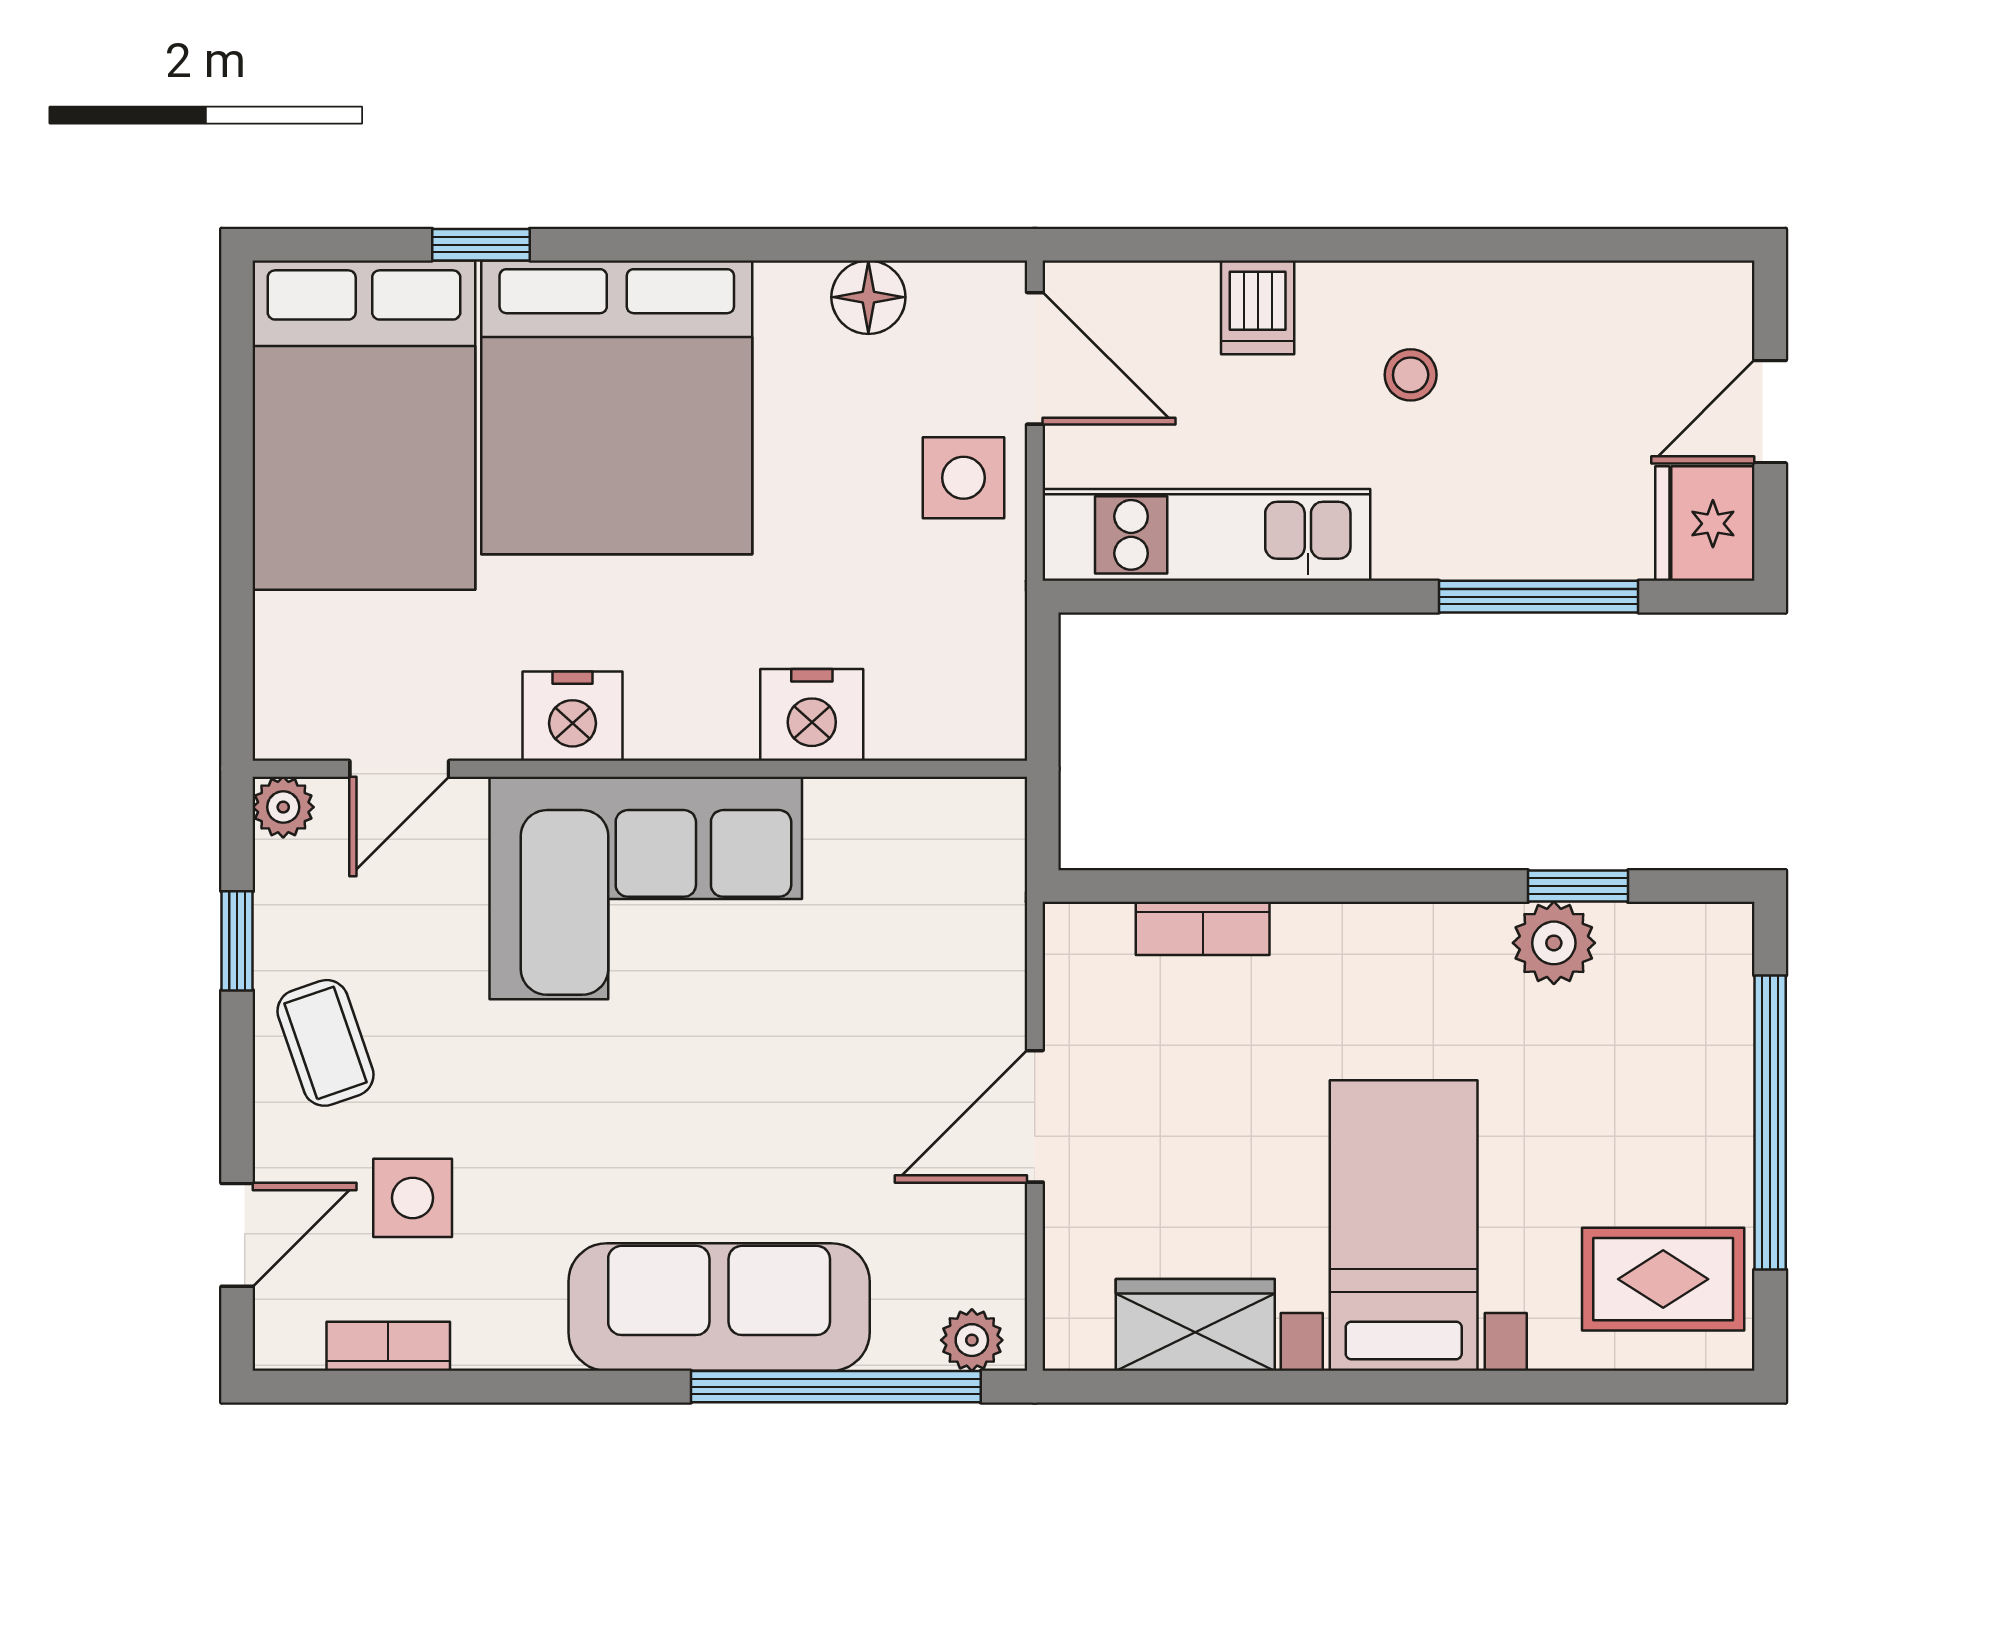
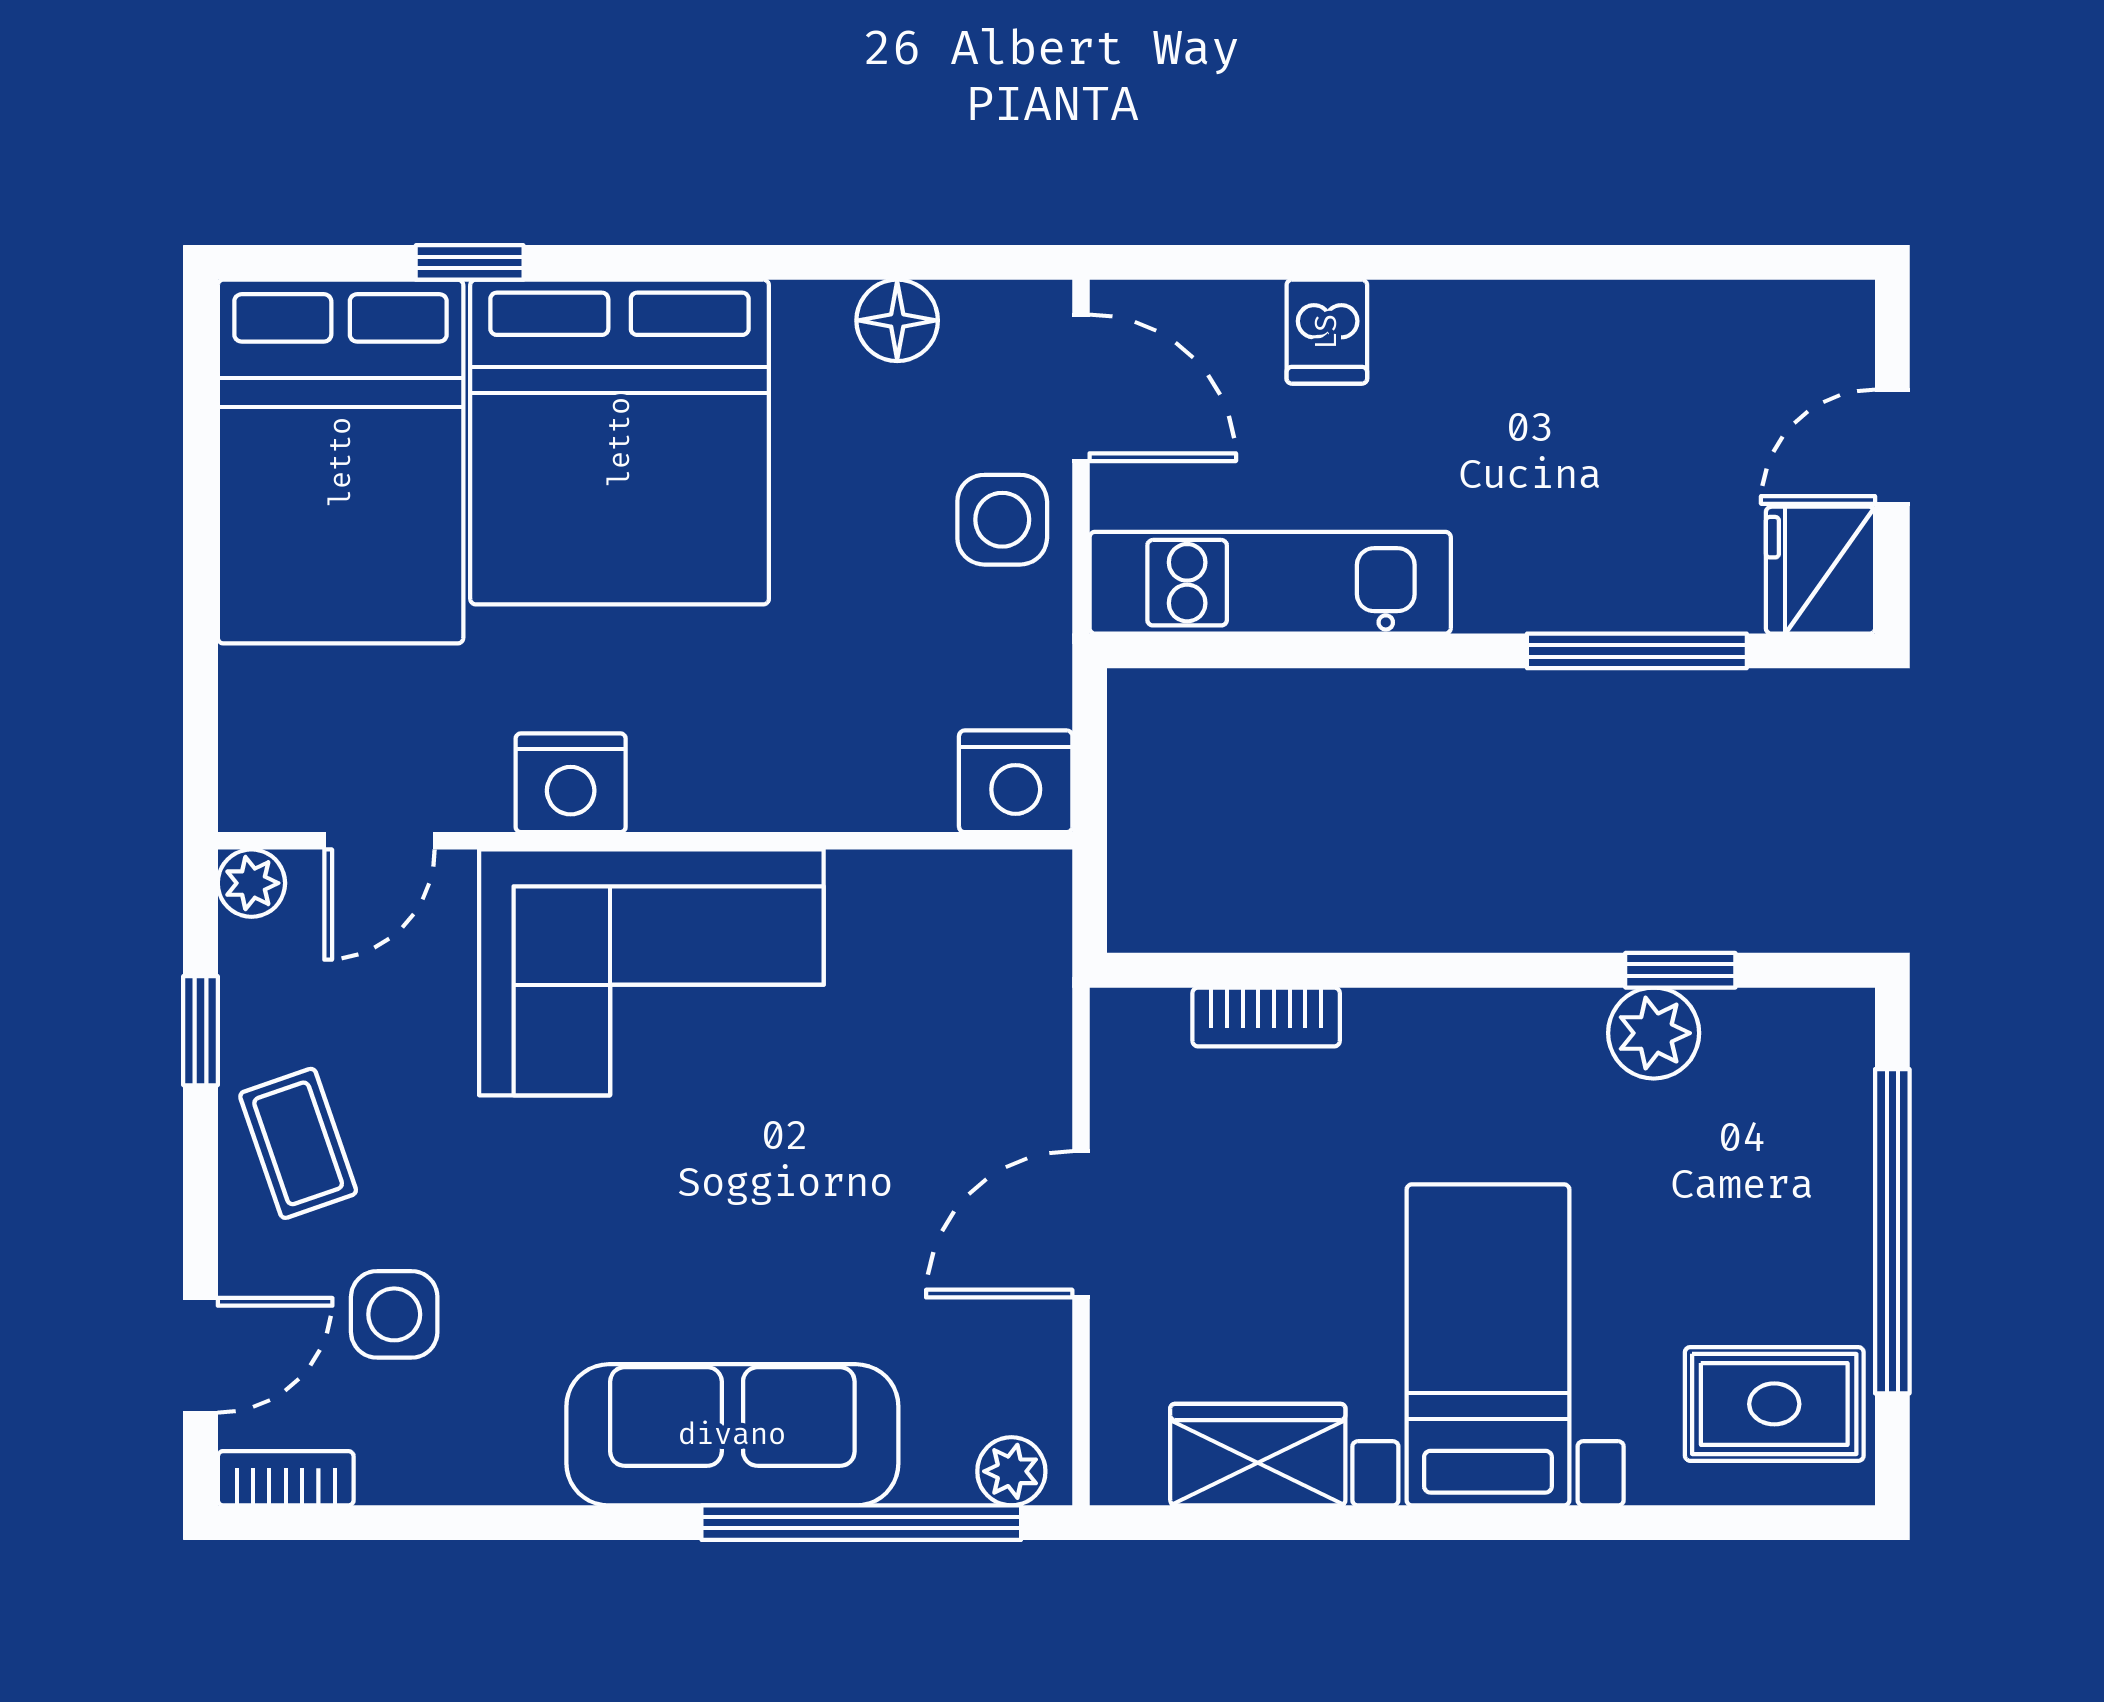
stool: (1411, 375) -> (1496, 406), removed
nightstand: (812, 715) -> (1016, 781), moved
bookcase: (388, 1346) -> (286, 1478), moved

